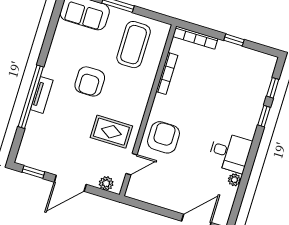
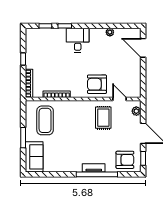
coffee table: (134, 45) -> (45, 120), turned 90
armchair: (90, 81) -> (125, 160), moved
desk: (230, 152) -> (78, 40), moved

